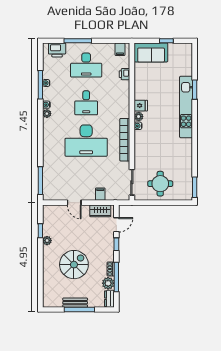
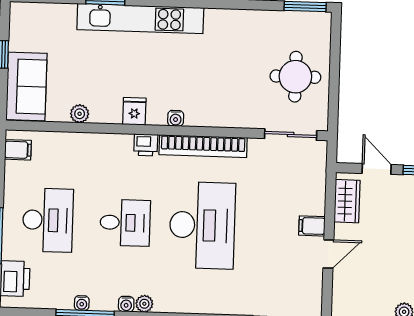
printer: (124, 74) -> (146, 145), moved
plant: (139, 117) -> (80, 114), moved
filing cabinet: (100, 194) -> (312, 226), moved

